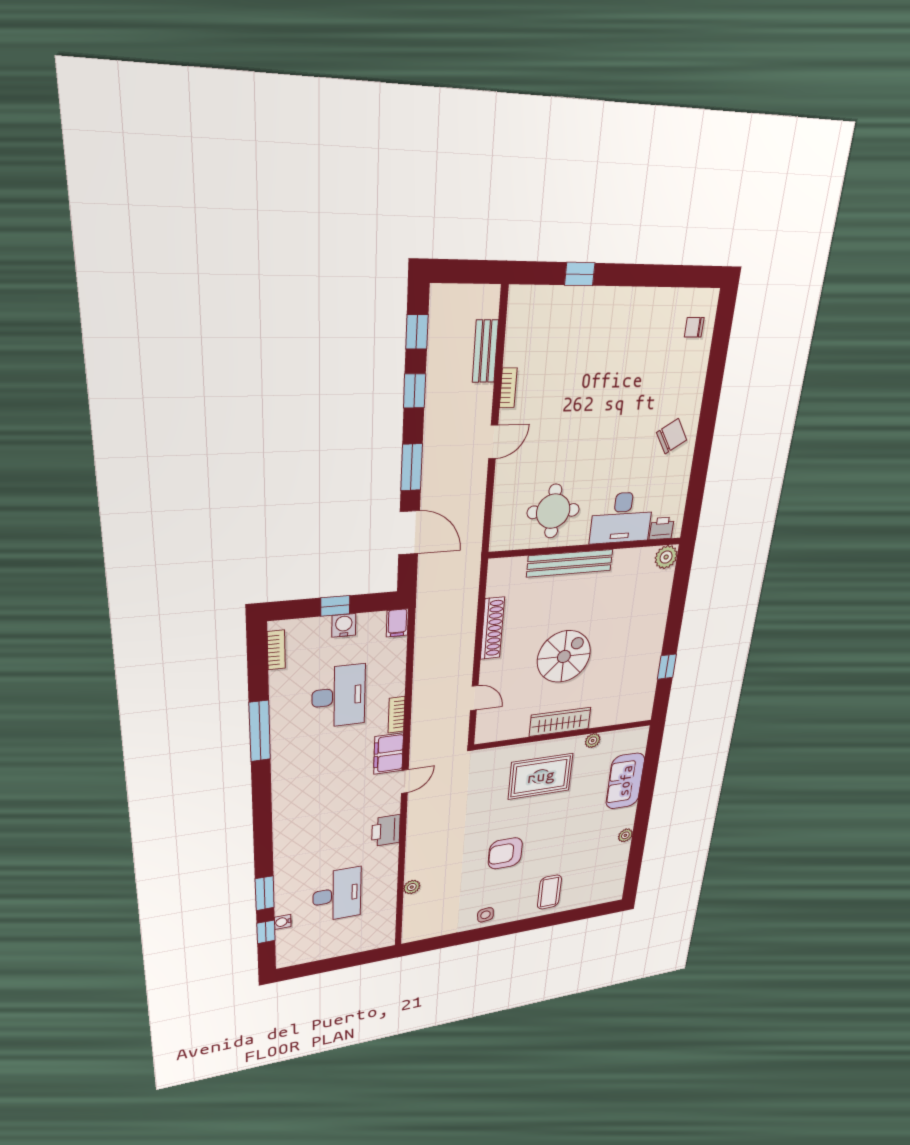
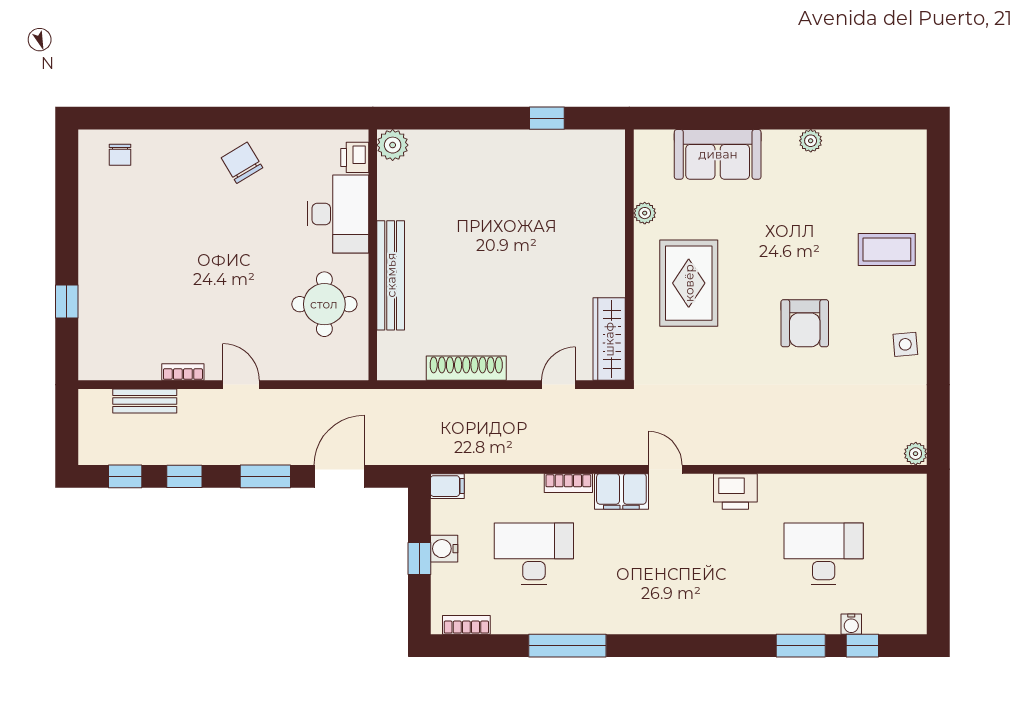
spiral stairs: (564, 656) -> (515, 269), removed
wardrobe: (560, 722) -> (609, 339), moved
plant: (412, 887) -> (916, 454), moved

